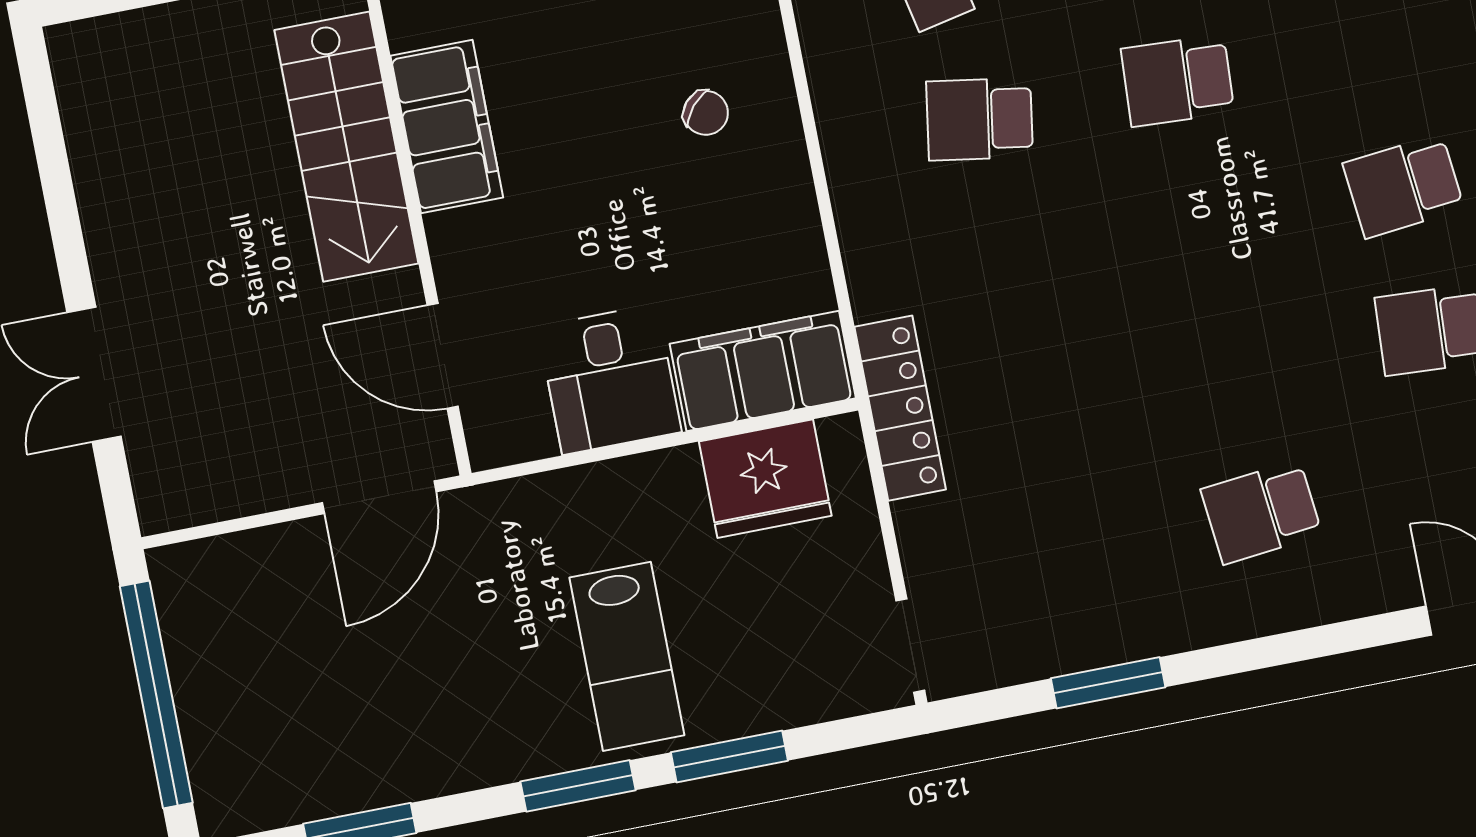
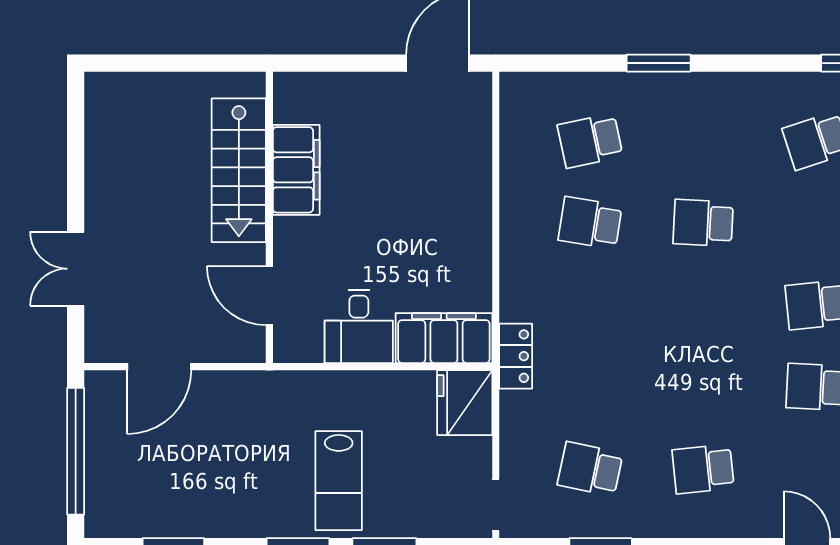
chair: (706, 113) -> (440, 190), removed
locker: (900, 408) -> (516, 356), width x0.66
fridge: (765, 479) -> (465, 403), moved, turned 90
door: (379, 497) -> (159, 367), moved
school desk: (1063, 551) -> (590, 469), added

